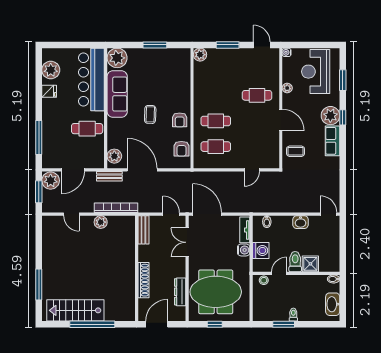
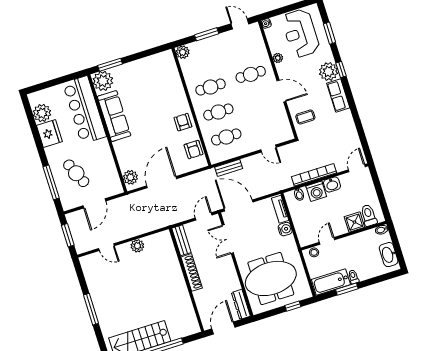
window: (155, 45) -> (110, 65), moved
fridge: (49, 91) -> (49, 134), width x1.88, depth x1.34
cafe table: (216, 95) -> (211, 87), added
coffee table: (150, 114) -> (153, 126), removed
armchair: (180, 120) -> (183, 122), turned 180
cafe table: (87, 129) -> (76, 173), moved, turned 66
door: (142, 170) -> (162, 182), hinge flipped
door: (252, 170) -> (268, 148), hinge flipped
bench: (109, 176) -> (229, 168), moved
plant: (51, 181) -> (76, 221), removed
bookcase: (116, 208) -> (314, 175), moved
door: (171, 214) -> (204, 216), hinge flipped
door: (329, 214) -> (357, 168), hinge flipped
washing machine: (261, 250) -> (316, 191), moved, turned 90
toilet: (295, 262) -> (369, 215), moved
shoe rack: (143, 280) -> (192, 272), moved
window: (39, 284) -> (91, 309), moved
dresser: (180, 292) -> (241, 304), moved
bathtub: (271, 313) -> (331, 282), added
window: (215, 324) -> (293, 306), moved

